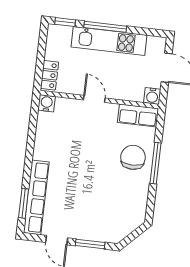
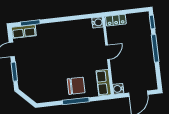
kitchen unit: (109, 41) -> (147, 53), removed
row of seats: (36, 197) -> (24, 32), width x0.50

